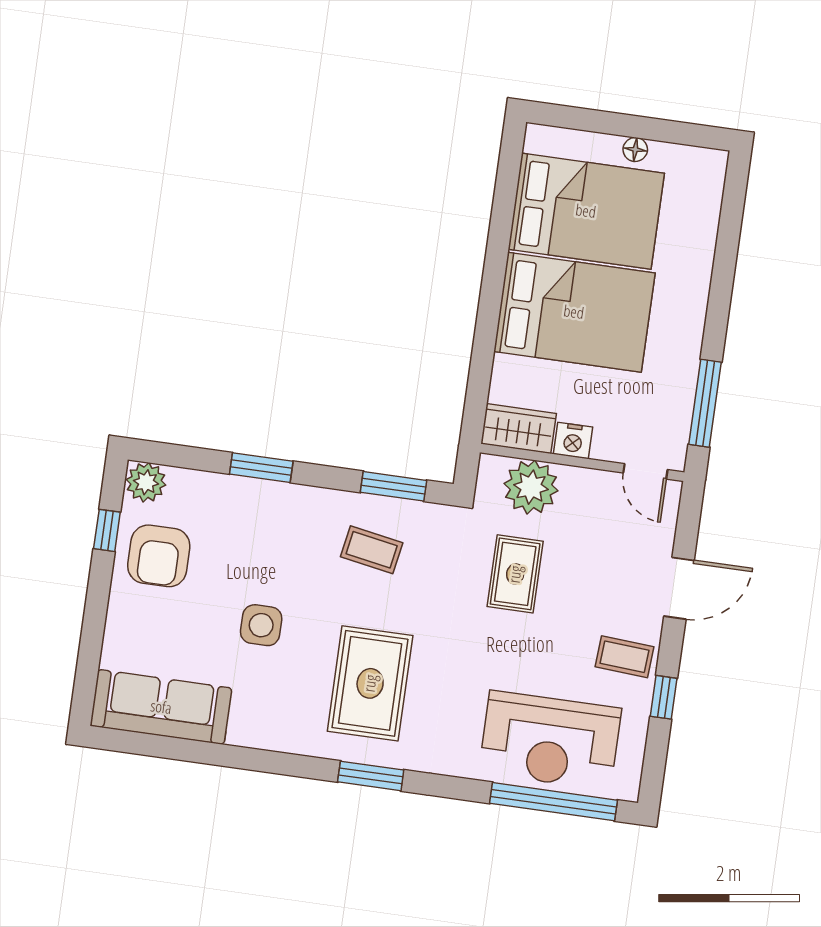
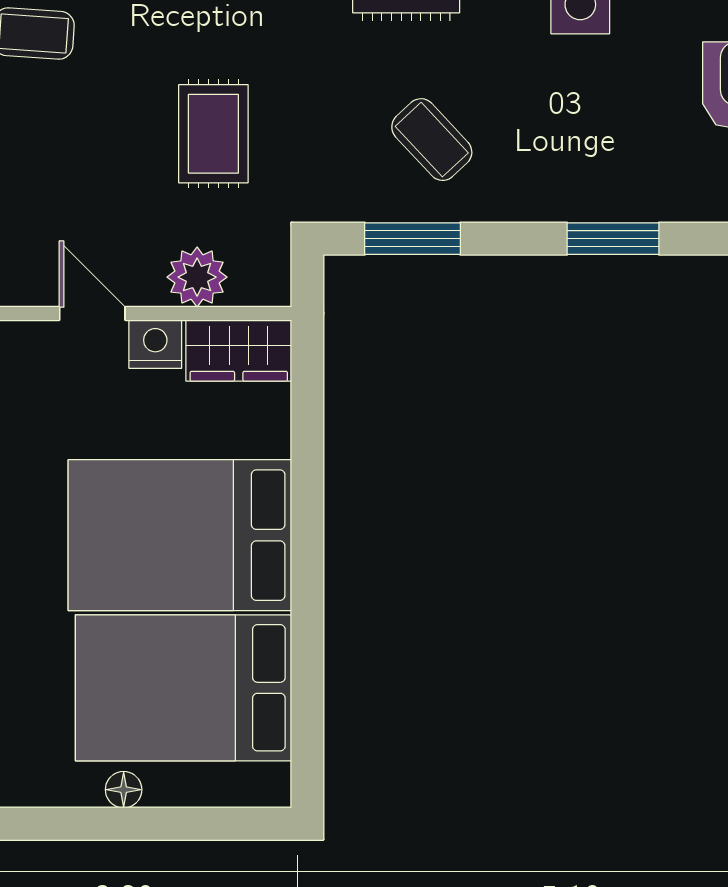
door: (645, 471) -> (92, 313), moved
plant: (531, 487) -> (197, 277), width x0.73, depth x0.73
coffee table: (372, 550) -> (432, 140), turned 37

